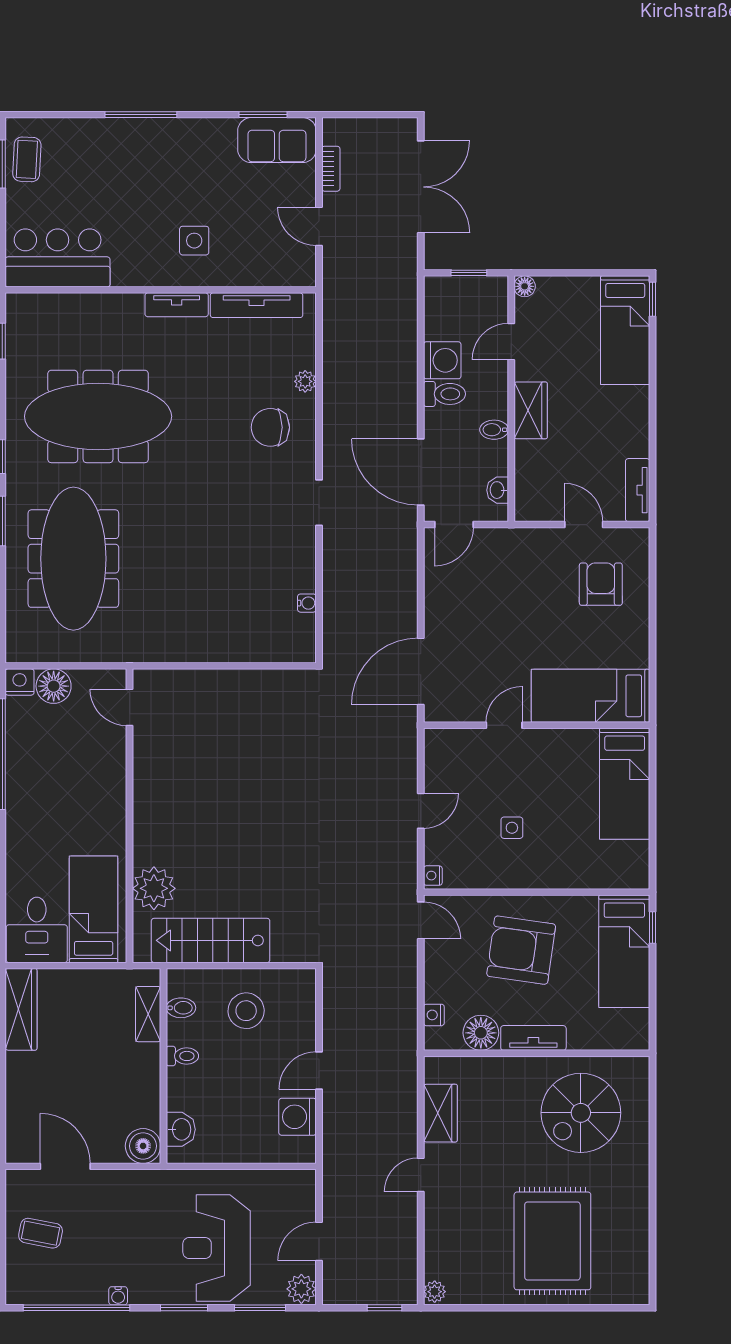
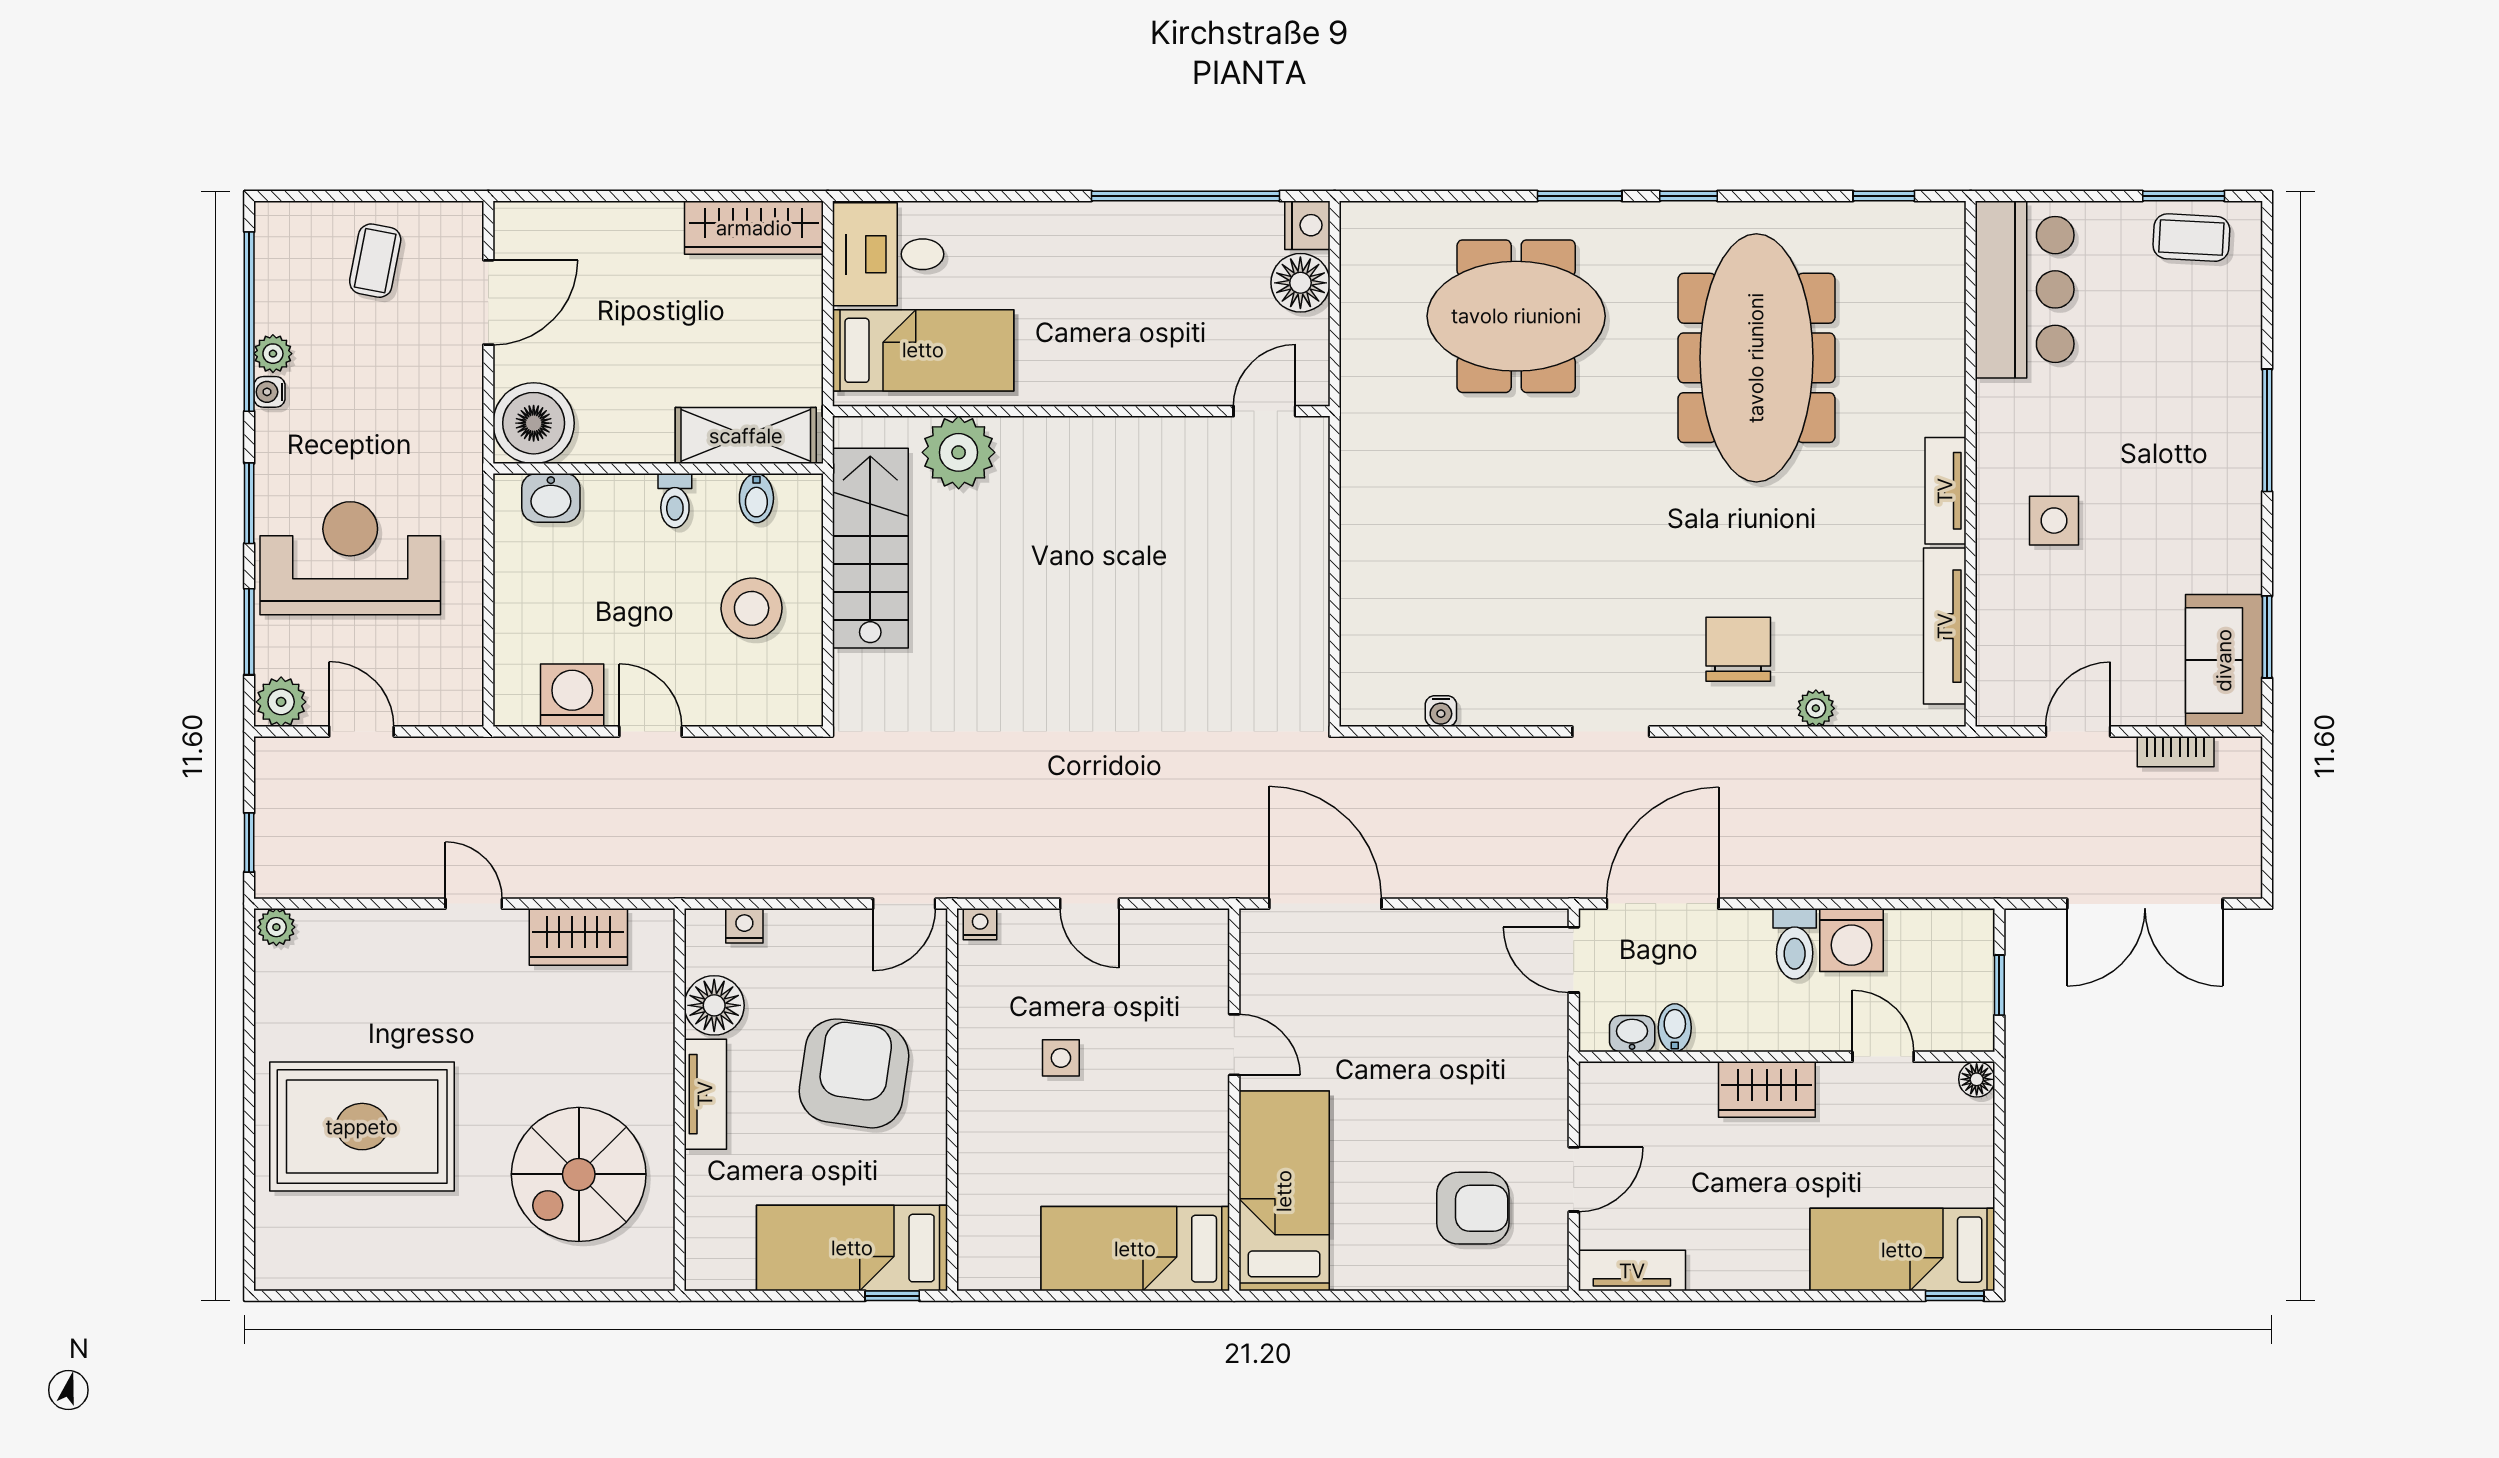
bidet: (494, 430) -> (1675, 1028), moved
meeting table: (73, 559) -> (1516, 316), width x0.73
shelving: (148, 1014) -> (746, 436), width x1.50, depth x1.33
spiral stairs: (581, 1113) -> (579, 1174), turned -90
boiler: (143, 1146) -> (534, 423), width x1.37, depth x1.37
plant: (95, 1294) -> (273, 354), added

